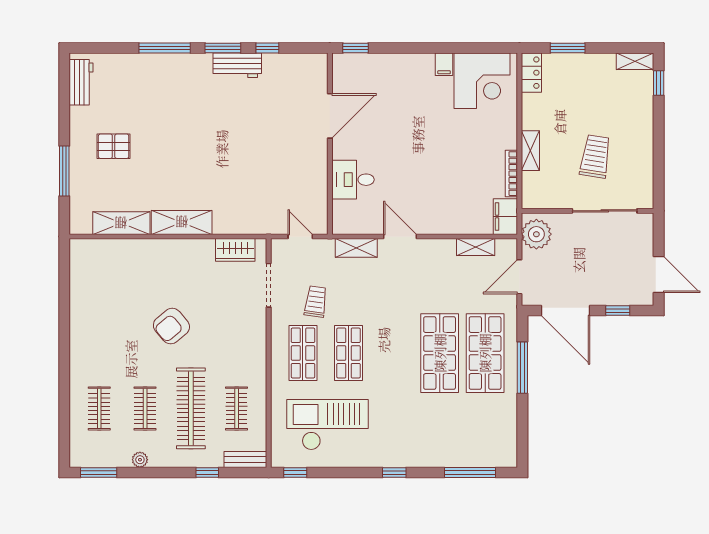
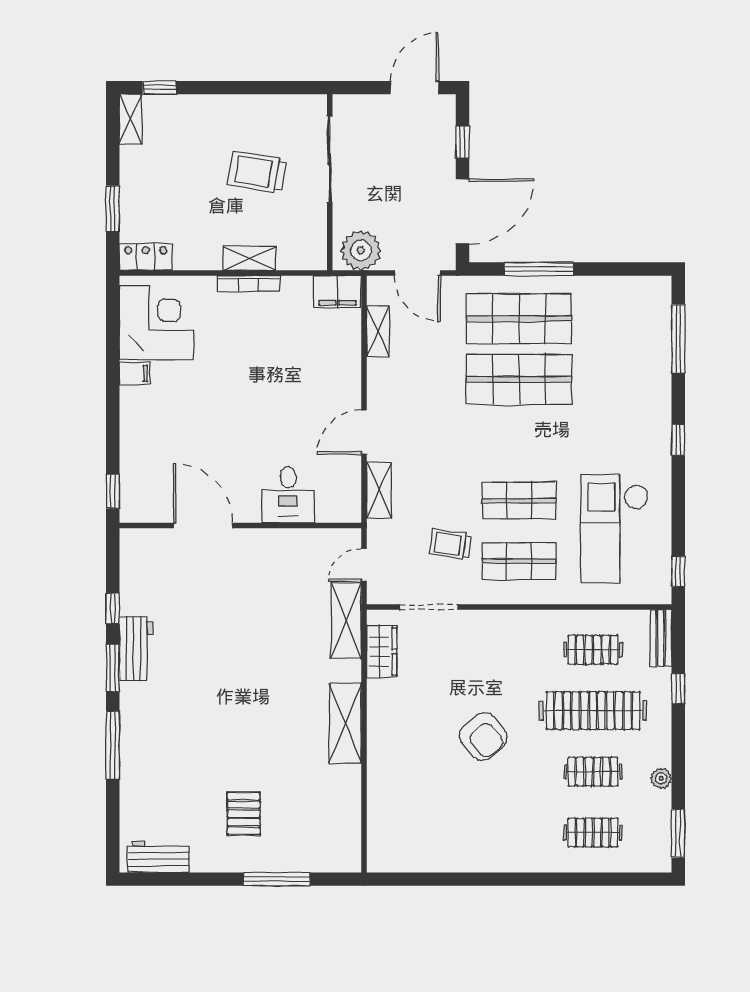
bookcase: (511, 174) -> (248, 284), moved
shelving: (121, 223) -> (346, 621), moved

